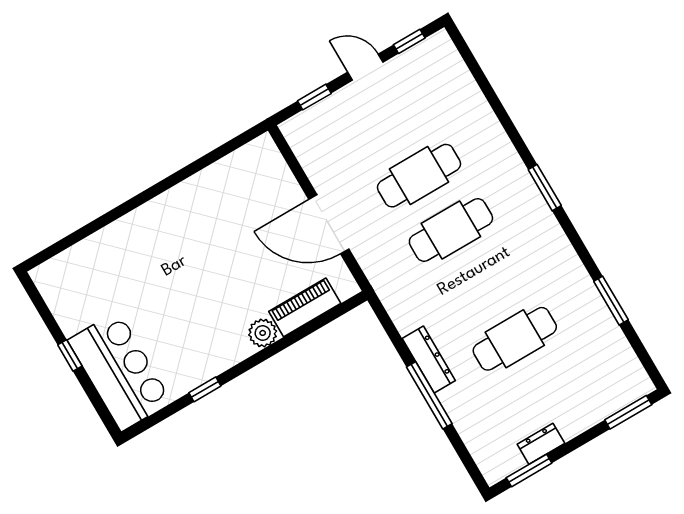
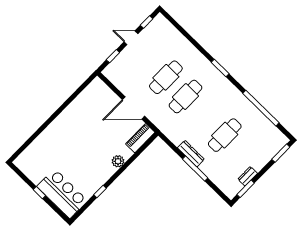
window: (611, 301) -> (261, 108), width x2.11
piano: (305, 307) -> (140, 138), moved

